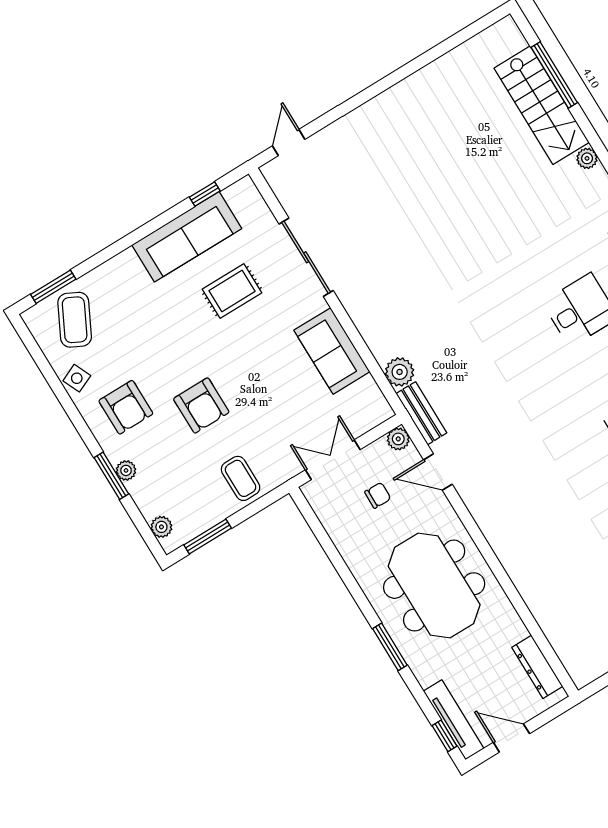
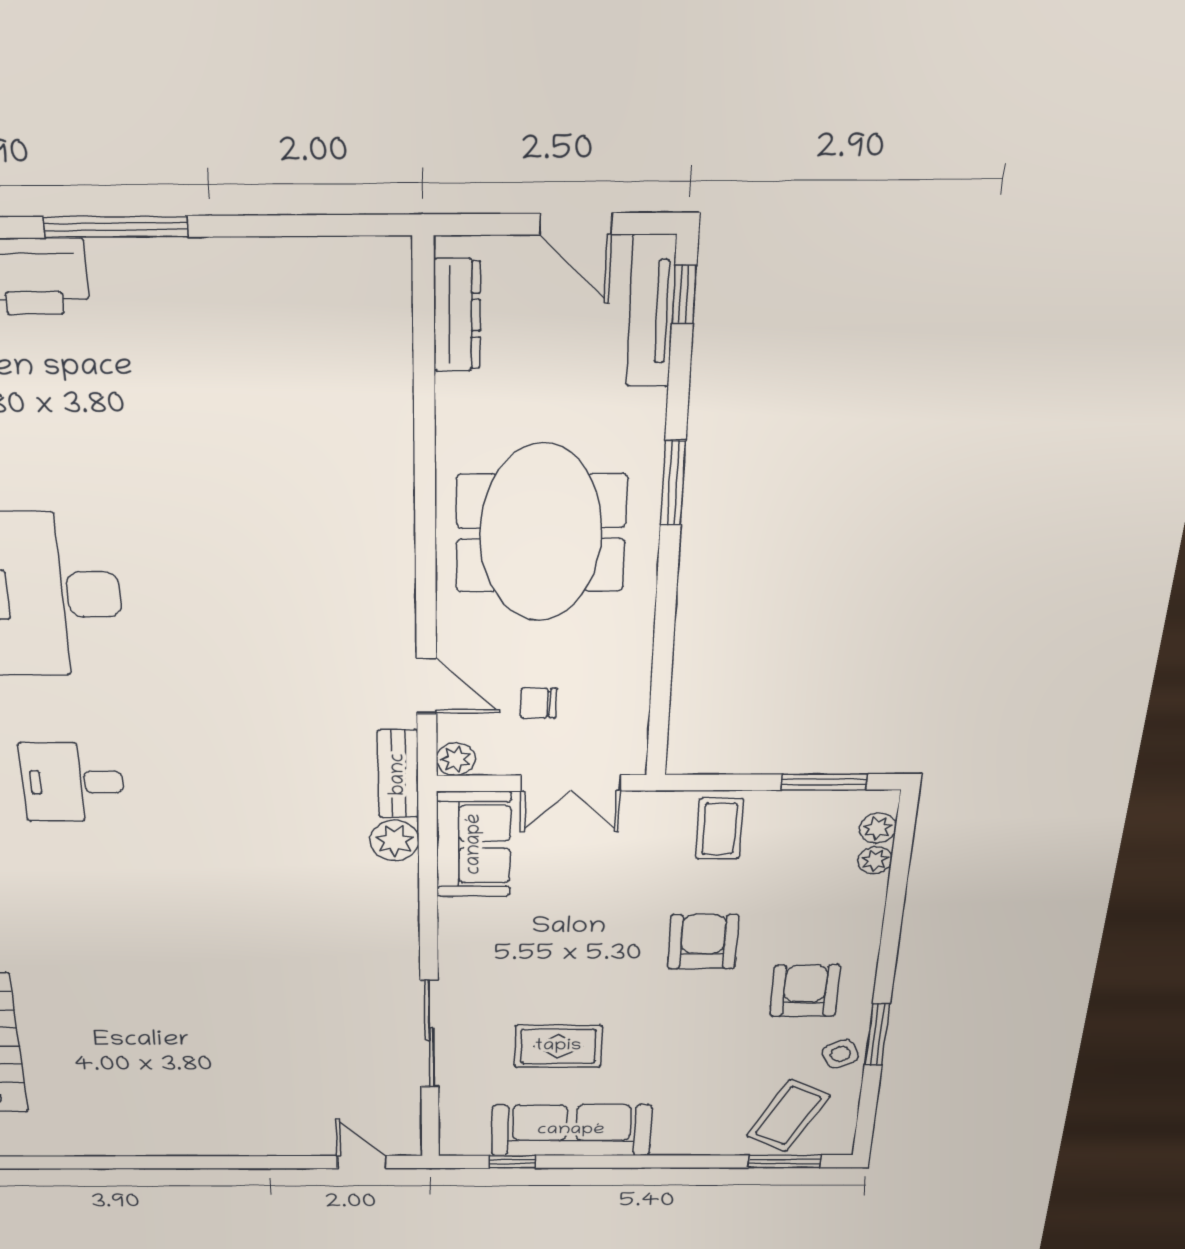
door: (289, 143) -> (362, 1162), swing flipped
sofa: (332, 351) -> (474, 844), moved
plant: (126, 470) -> (875, 860), moved
window: (111, 476) -> (877, 1034), moved

